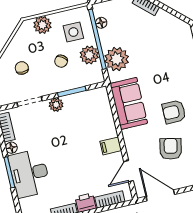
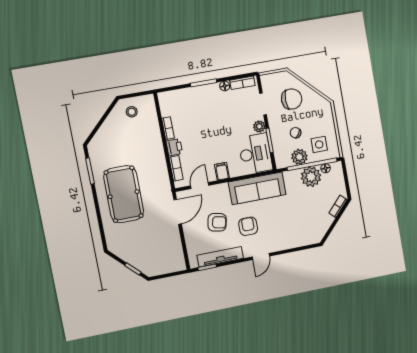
plant: (42, 25) -> (326, 119), removed
plant: (117, 59) -> (311, 177), moved
chair: (22, 68) -> (292, 99), width x1.87, depth x1.87
sofa: (129, 103) -> (257, 188), width x1.36
door: (129, 171) -> (200, 186), hinge flipped
desk: (30, 173) -> (255, 154), moved, turned 90

